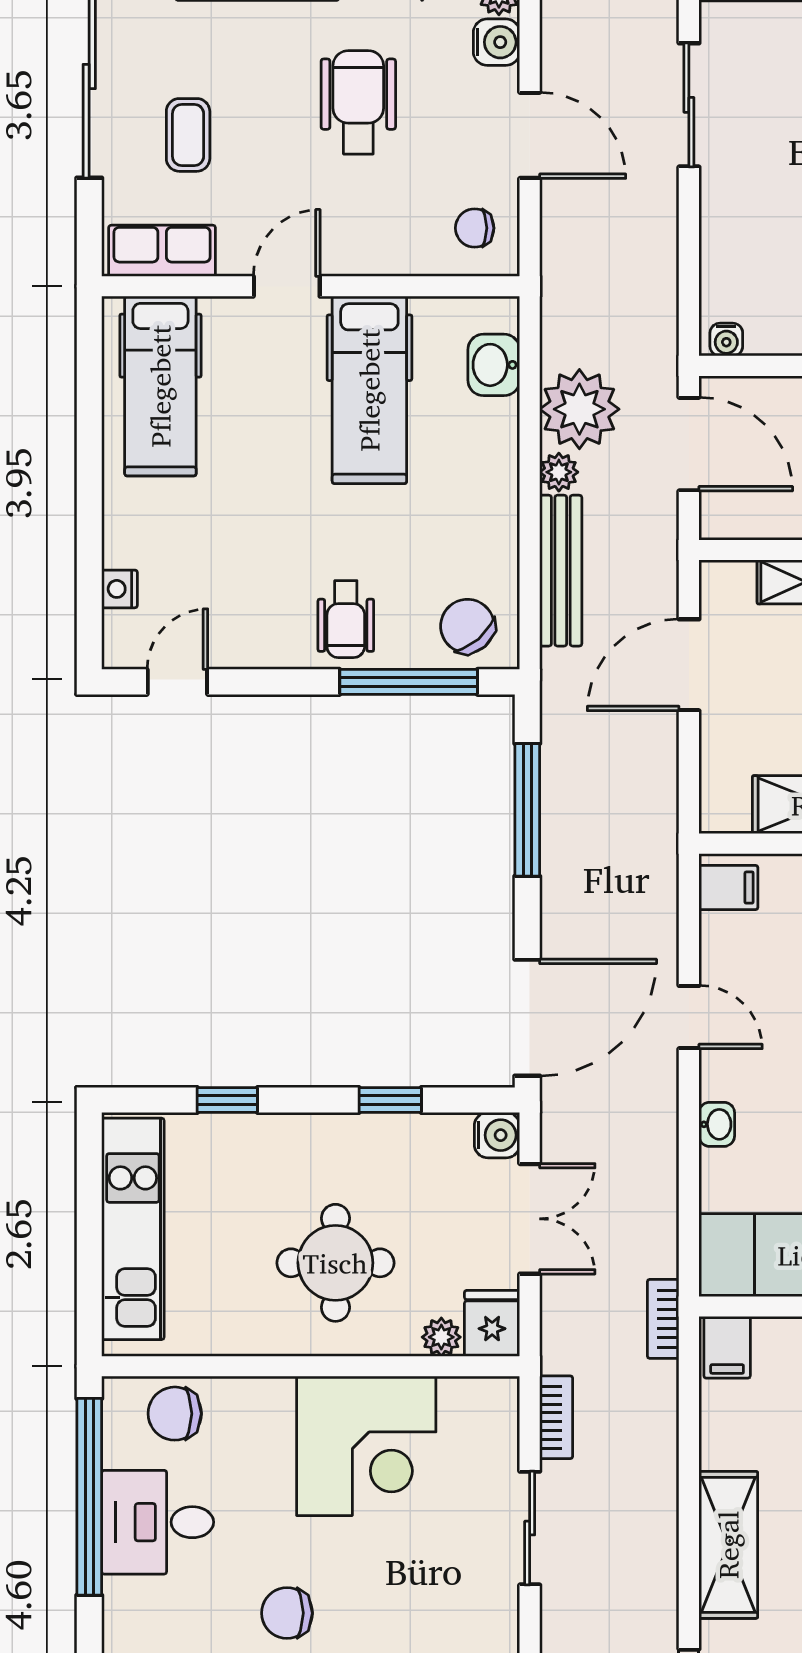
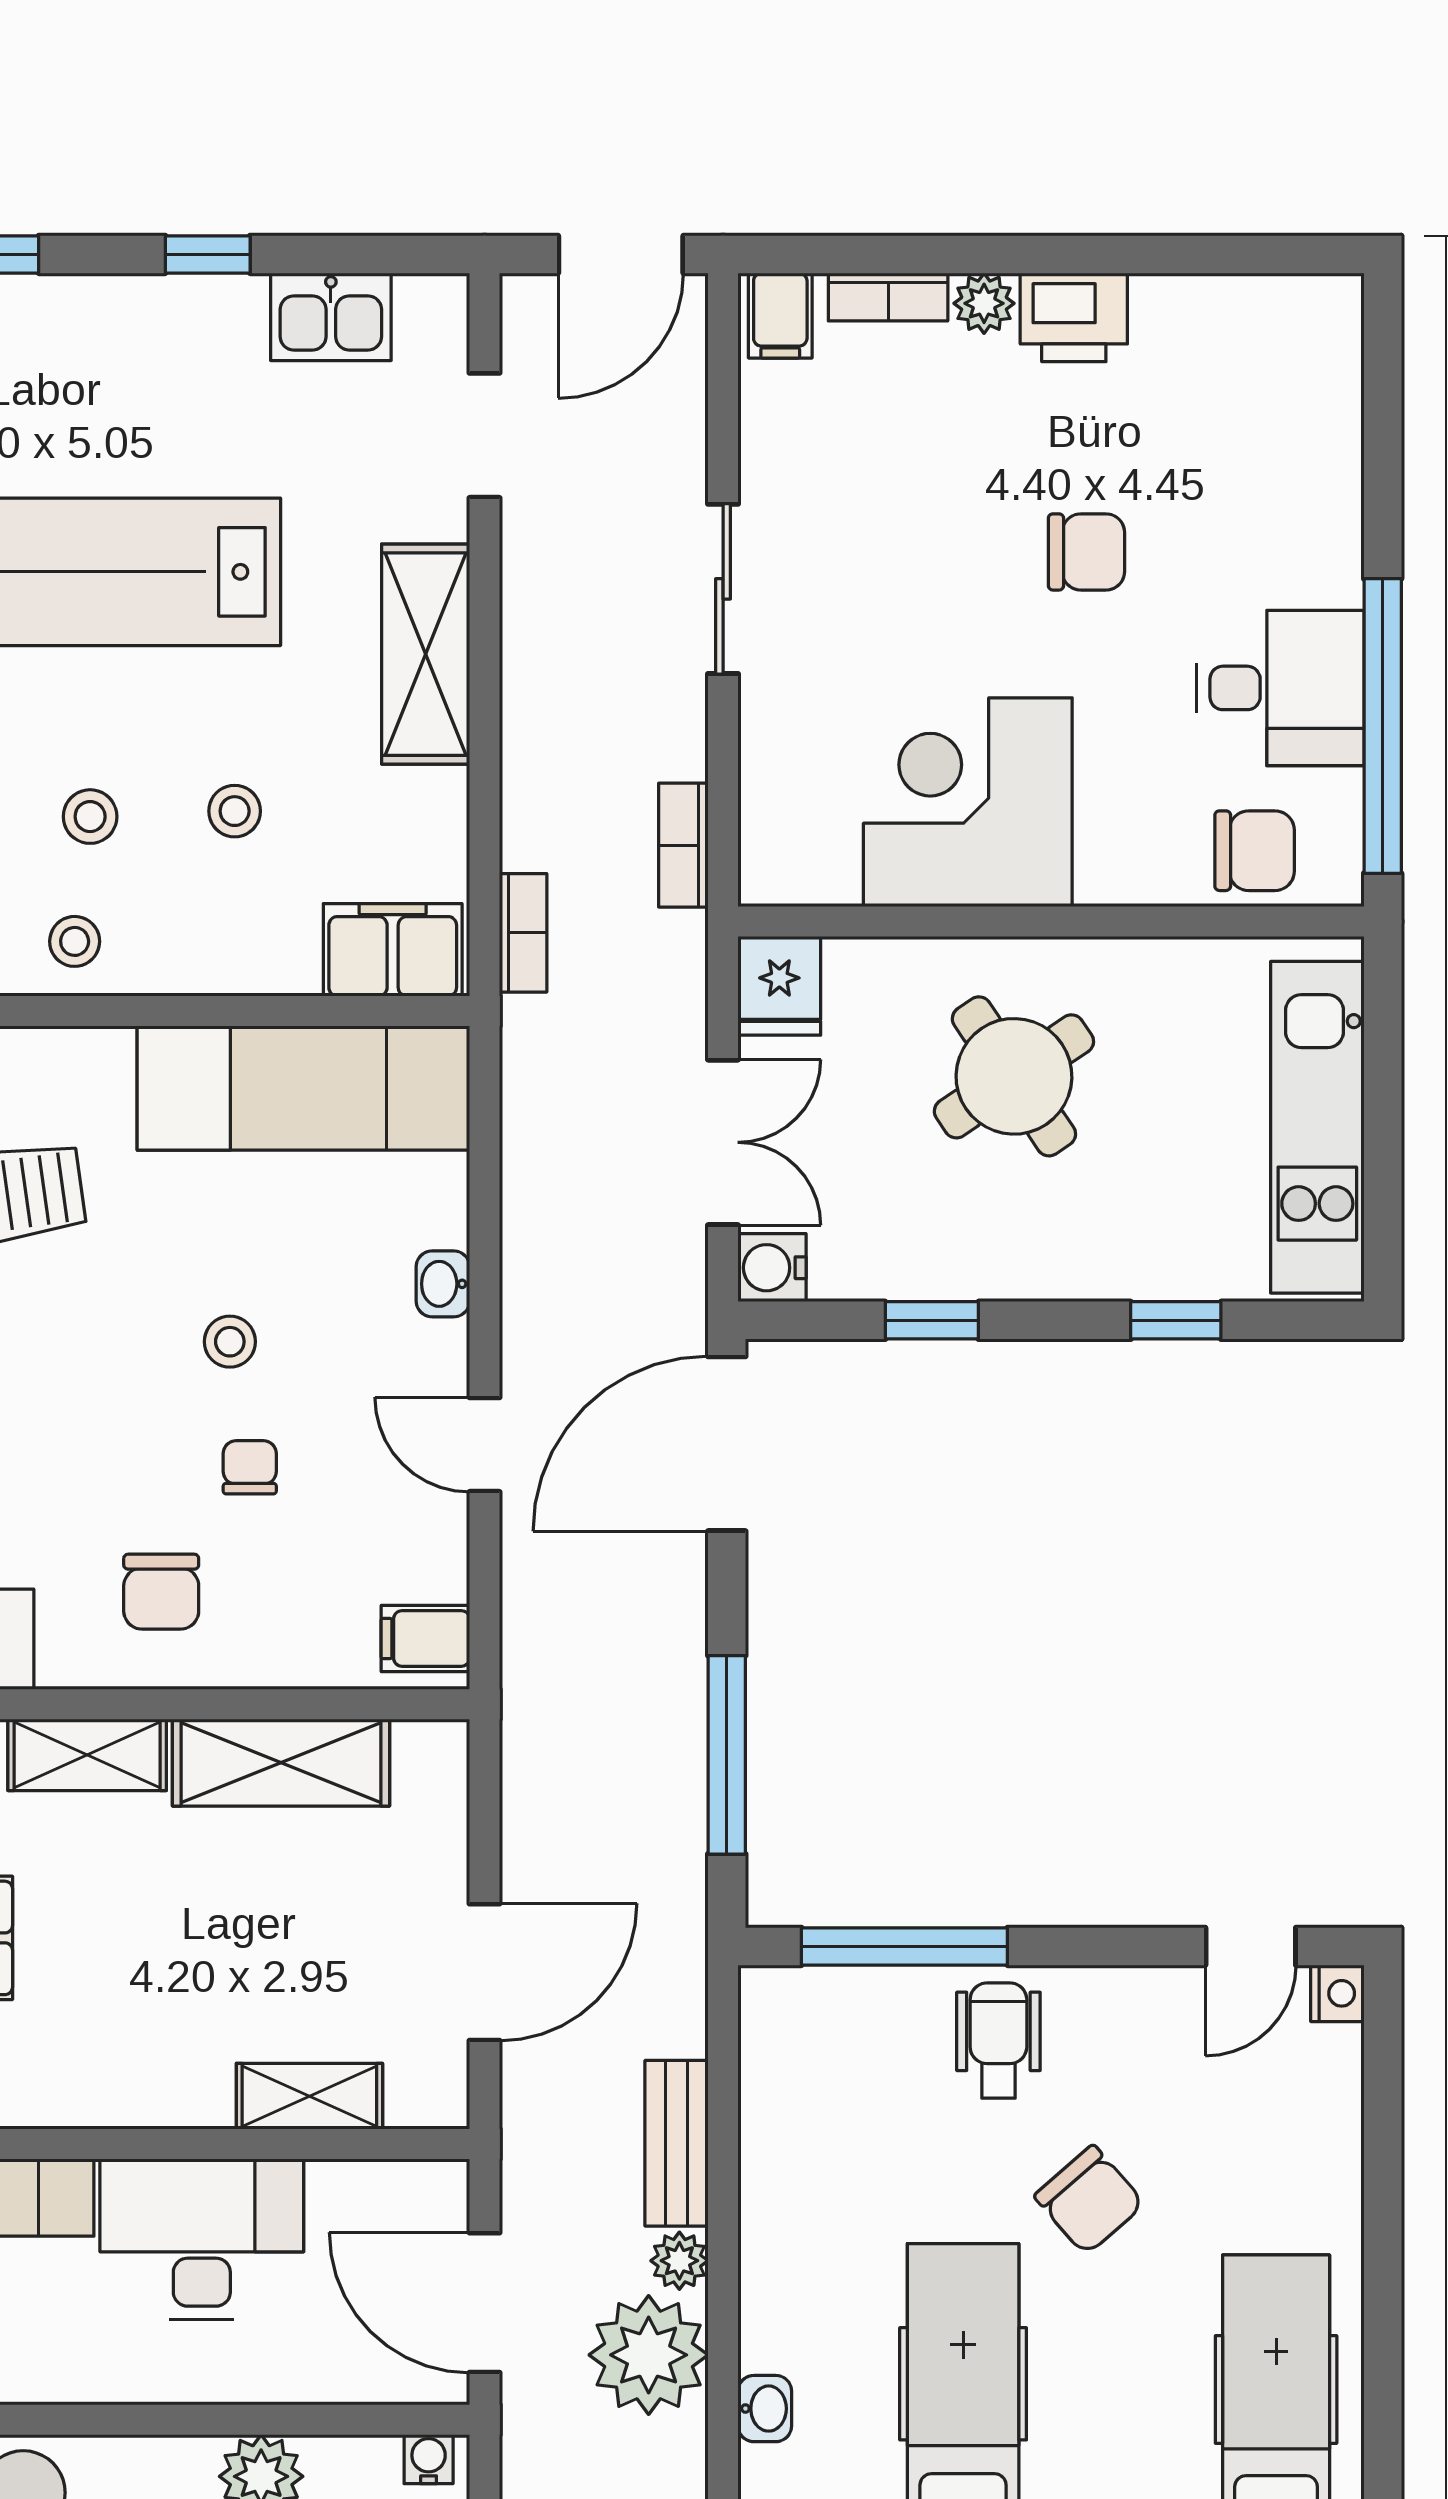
washbasin: (494, 365) -> (765, 2409), width x0.72, depth x0.69
bench: (561, 571) -> (677, 2143), width x0.73
nightstand: (119, 589) -> (1337, 1993), moved
chair: (467, 626) -> (1089, 2200), moved
double door: (530, 1219) -> (723, 1142), swing flipped
round table: (335, 1263) -> (1014, 1076), turned -34
bookcase: (663, 1319) -> (523, 933), moved
plant: (441, 1337) -> (855, 965), removed
filing cabinet: (727, 1347) -> (393, 950), width x2.00
sliding door: (530, 1528) -> (723, 589), moved

